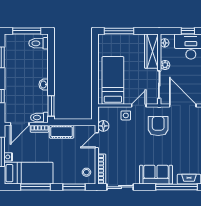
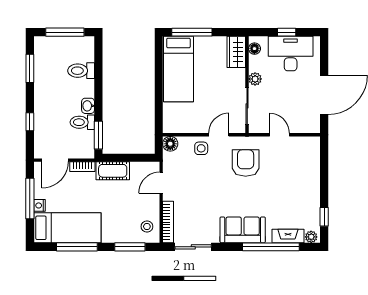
toilet: (39, 43) -> (81, 71), moved
wardrobe: (151, 51) -> (236, 52), width x0.67
bed: (113, 80) -> (178, 69), moved, turned 180
door: (183, 105) -> (280, 135), width x0.53
toilet: (39, 117) -> (82, 122), moved
floor lamp: (103, 126) -> (170, 144), moved

